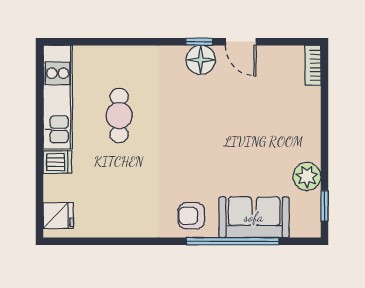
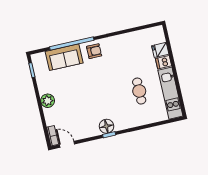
door: (241, 42) -> (67, 144), moved
plant: (307, 177) -> (48, 101), moved
fridge: (58, 216) -> (160, 50), moved

